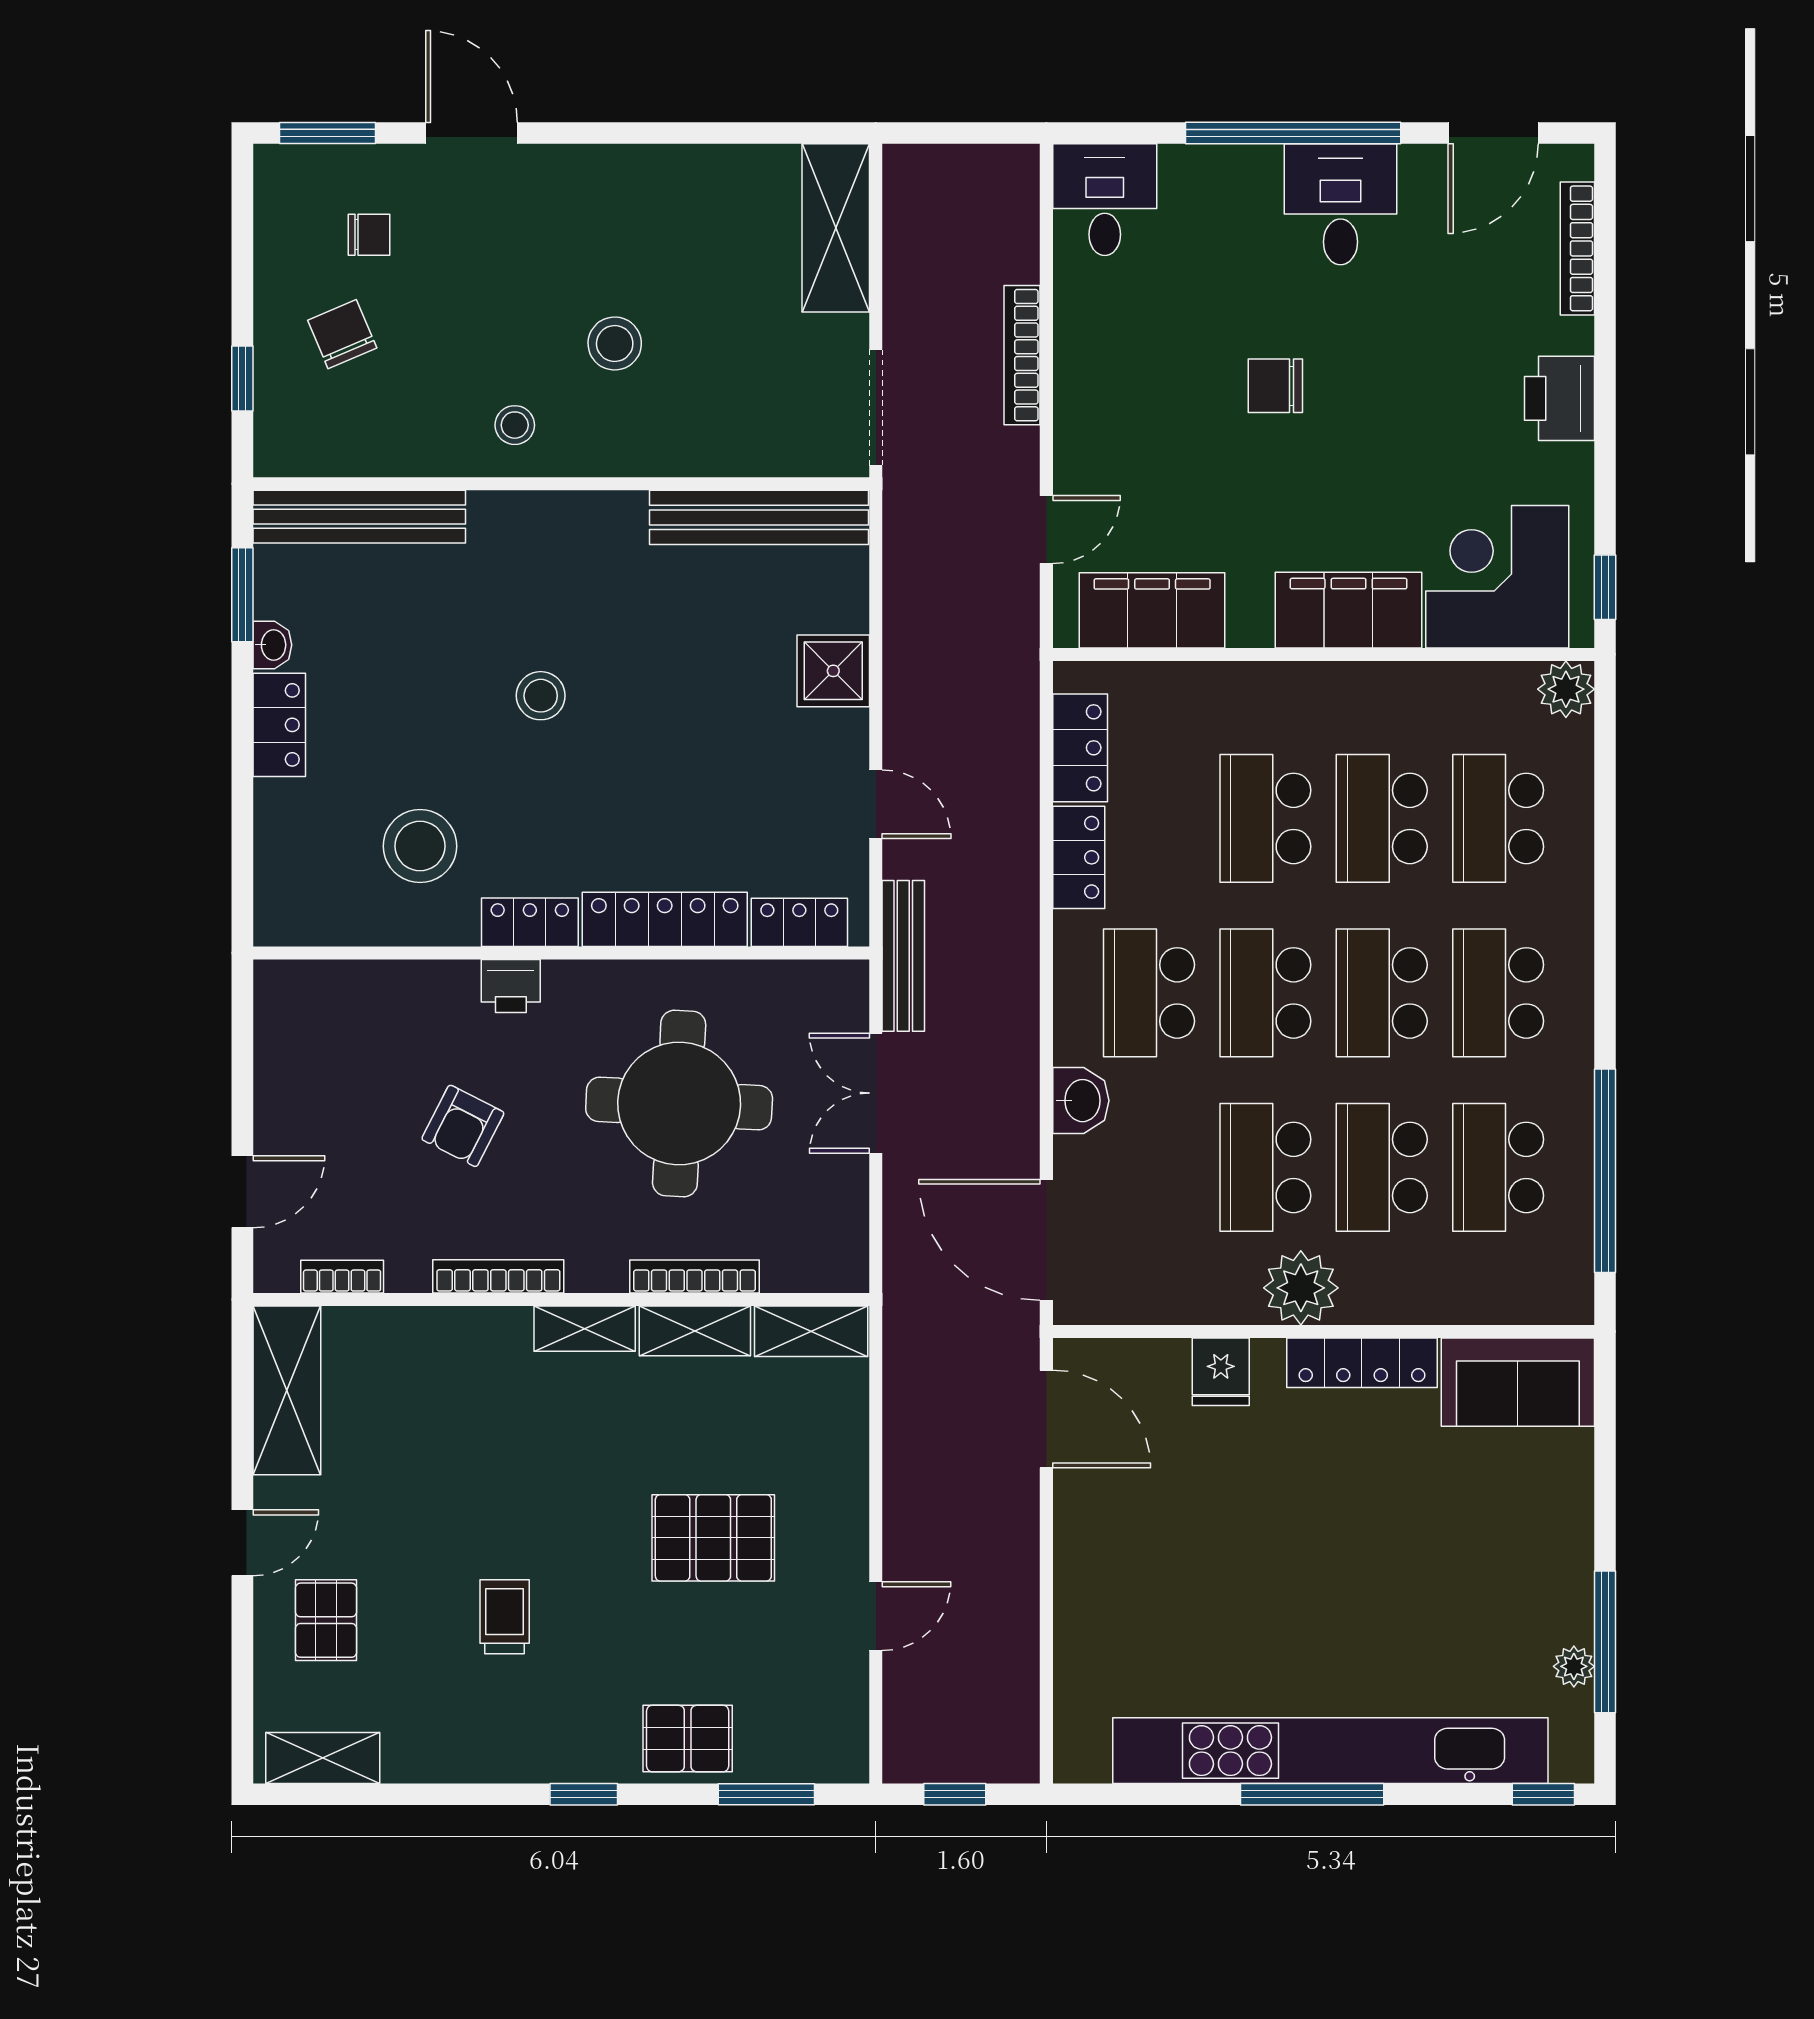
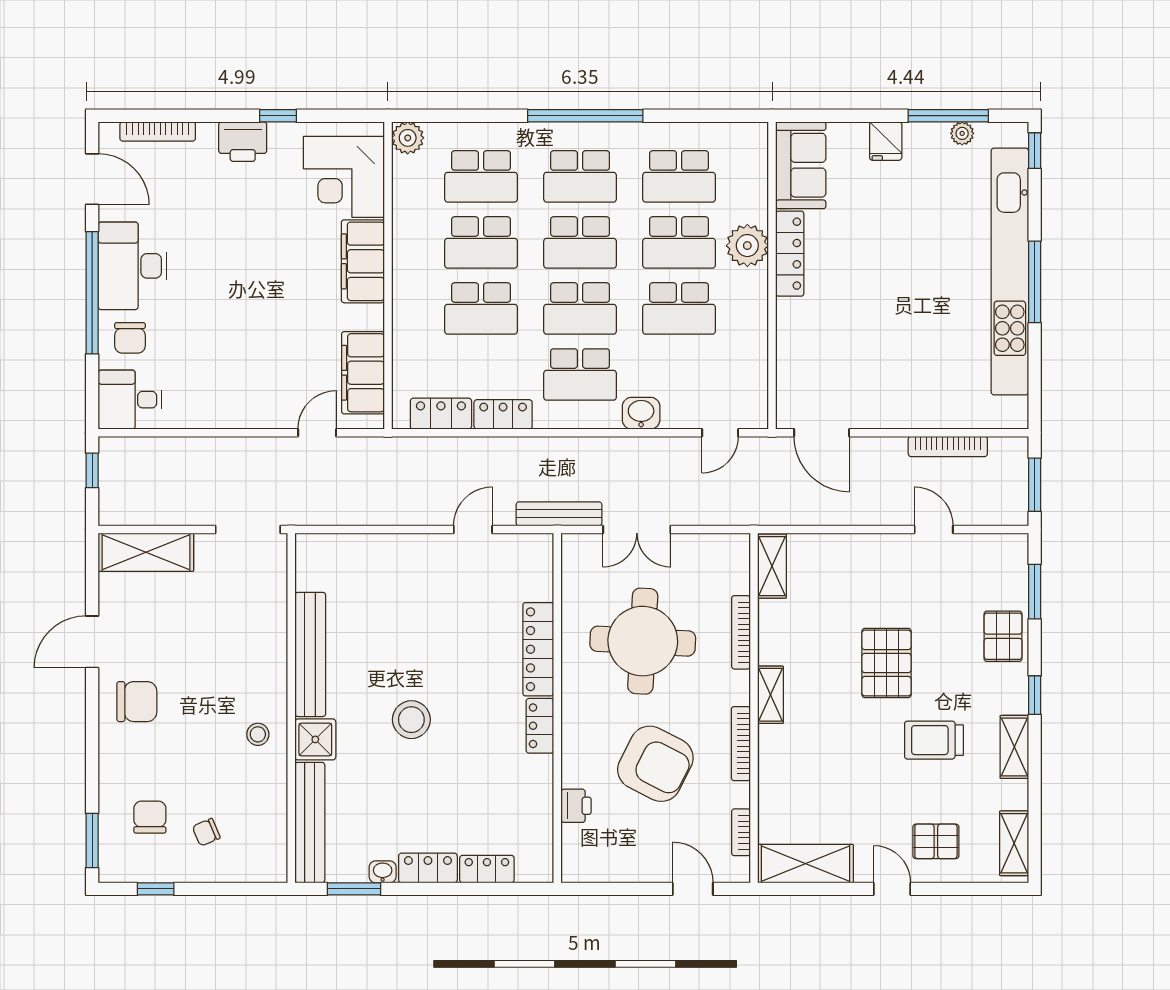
door: (472, 133) -> (92, 642), moved
window: (980, 133) -> (92, 470), added
desk: (1340, 204) -> (133, 266), width x1.37
chair: (572, 212) -> (137, 702), added
chair: (369, 235) -> (150, 817), width x1.37, depth x1.37
chair: (342, 334) -> (206, 832), width x0.73, depth x0.73
stool: (615, 343) -> (212, 678), removed
bookcase: (1022, 355) -> (948, 446), moved
window: (242, 378) -> (156, 889), moved
chair: (1275, 386) -> (130, 338), moved
bench: (759, 517) -> (310, 654), moved
door: (1046, 529) -> (317, 433), hinge flipped
window: (1605, 587) -> (278, 116), moved
shower: (833, 671) -> (315, 739), moved
stool: (541, 696) -> (411, 720), width x1.38, depth x1.38
stool: (420, 846) -> (497, 788), removed
locker: (799, 922) -> (487, 869), moved, turned 90
printer: (511, 986) -> (576, 806), moved
armchair: (463, 1126) -> (655, 764), width x1.88, depth x1.88
window: (1605, 1171) -> (585, 116), moved
door: (1046, 1240) -> (720, 433), width x0.53
plant: (1301, 1288) -> (747, 246), moved
shelving: (695, 1331) -> (1014, 747), moved
fridge: (1221, 1372) -> (886, 141), moved, turned 90
door: (1046, 1419) -> (822, 433), swing flipped
pallet: (713, 1538) -> (886, 663), moved
trolley: (505, 1617) -> (934, 740), width x1.36, depth x1.39
window: (955, 1794) -> (1035, 485), width x1.50

